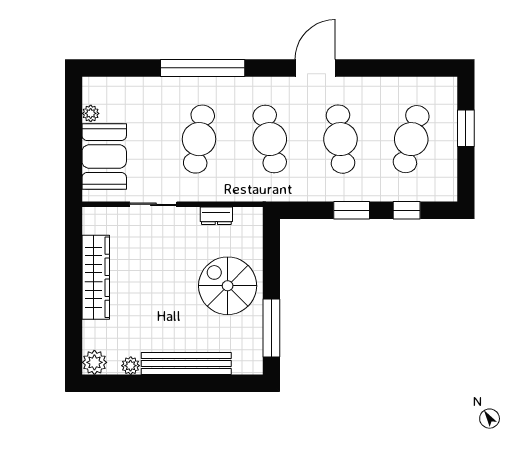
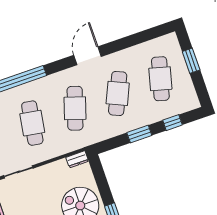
cafe table: (270, 139) -> (75, 108), turned 30
cafe table: (340, 139) -> (118, 93), turned 30
dresser: (216, 216) -> (77, 159), moved

